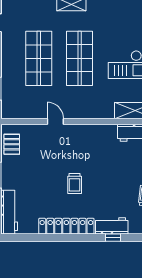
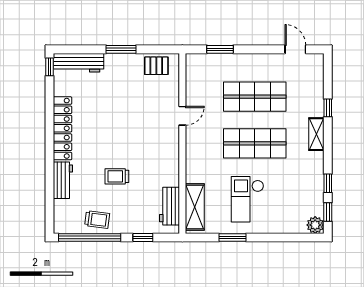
trolley: (75, 183) -> (117, 176), moved
window: (113, 238) -> (49, 67), moved

